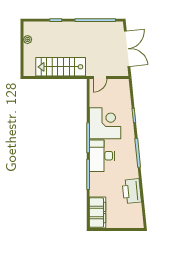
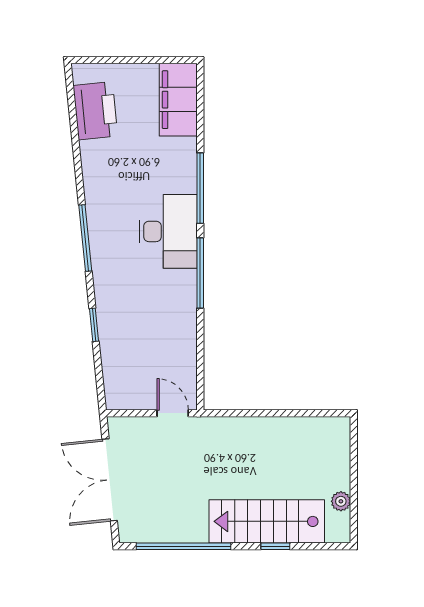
stairs: (61, 67) -> (267, 521), moved, turned 180
door: (100, 77) -> (173, 413), hinge flipped
corner desk: (105, 123) -> (161, 307), removed
printer: (132, 191) -> (95, 111), moved

